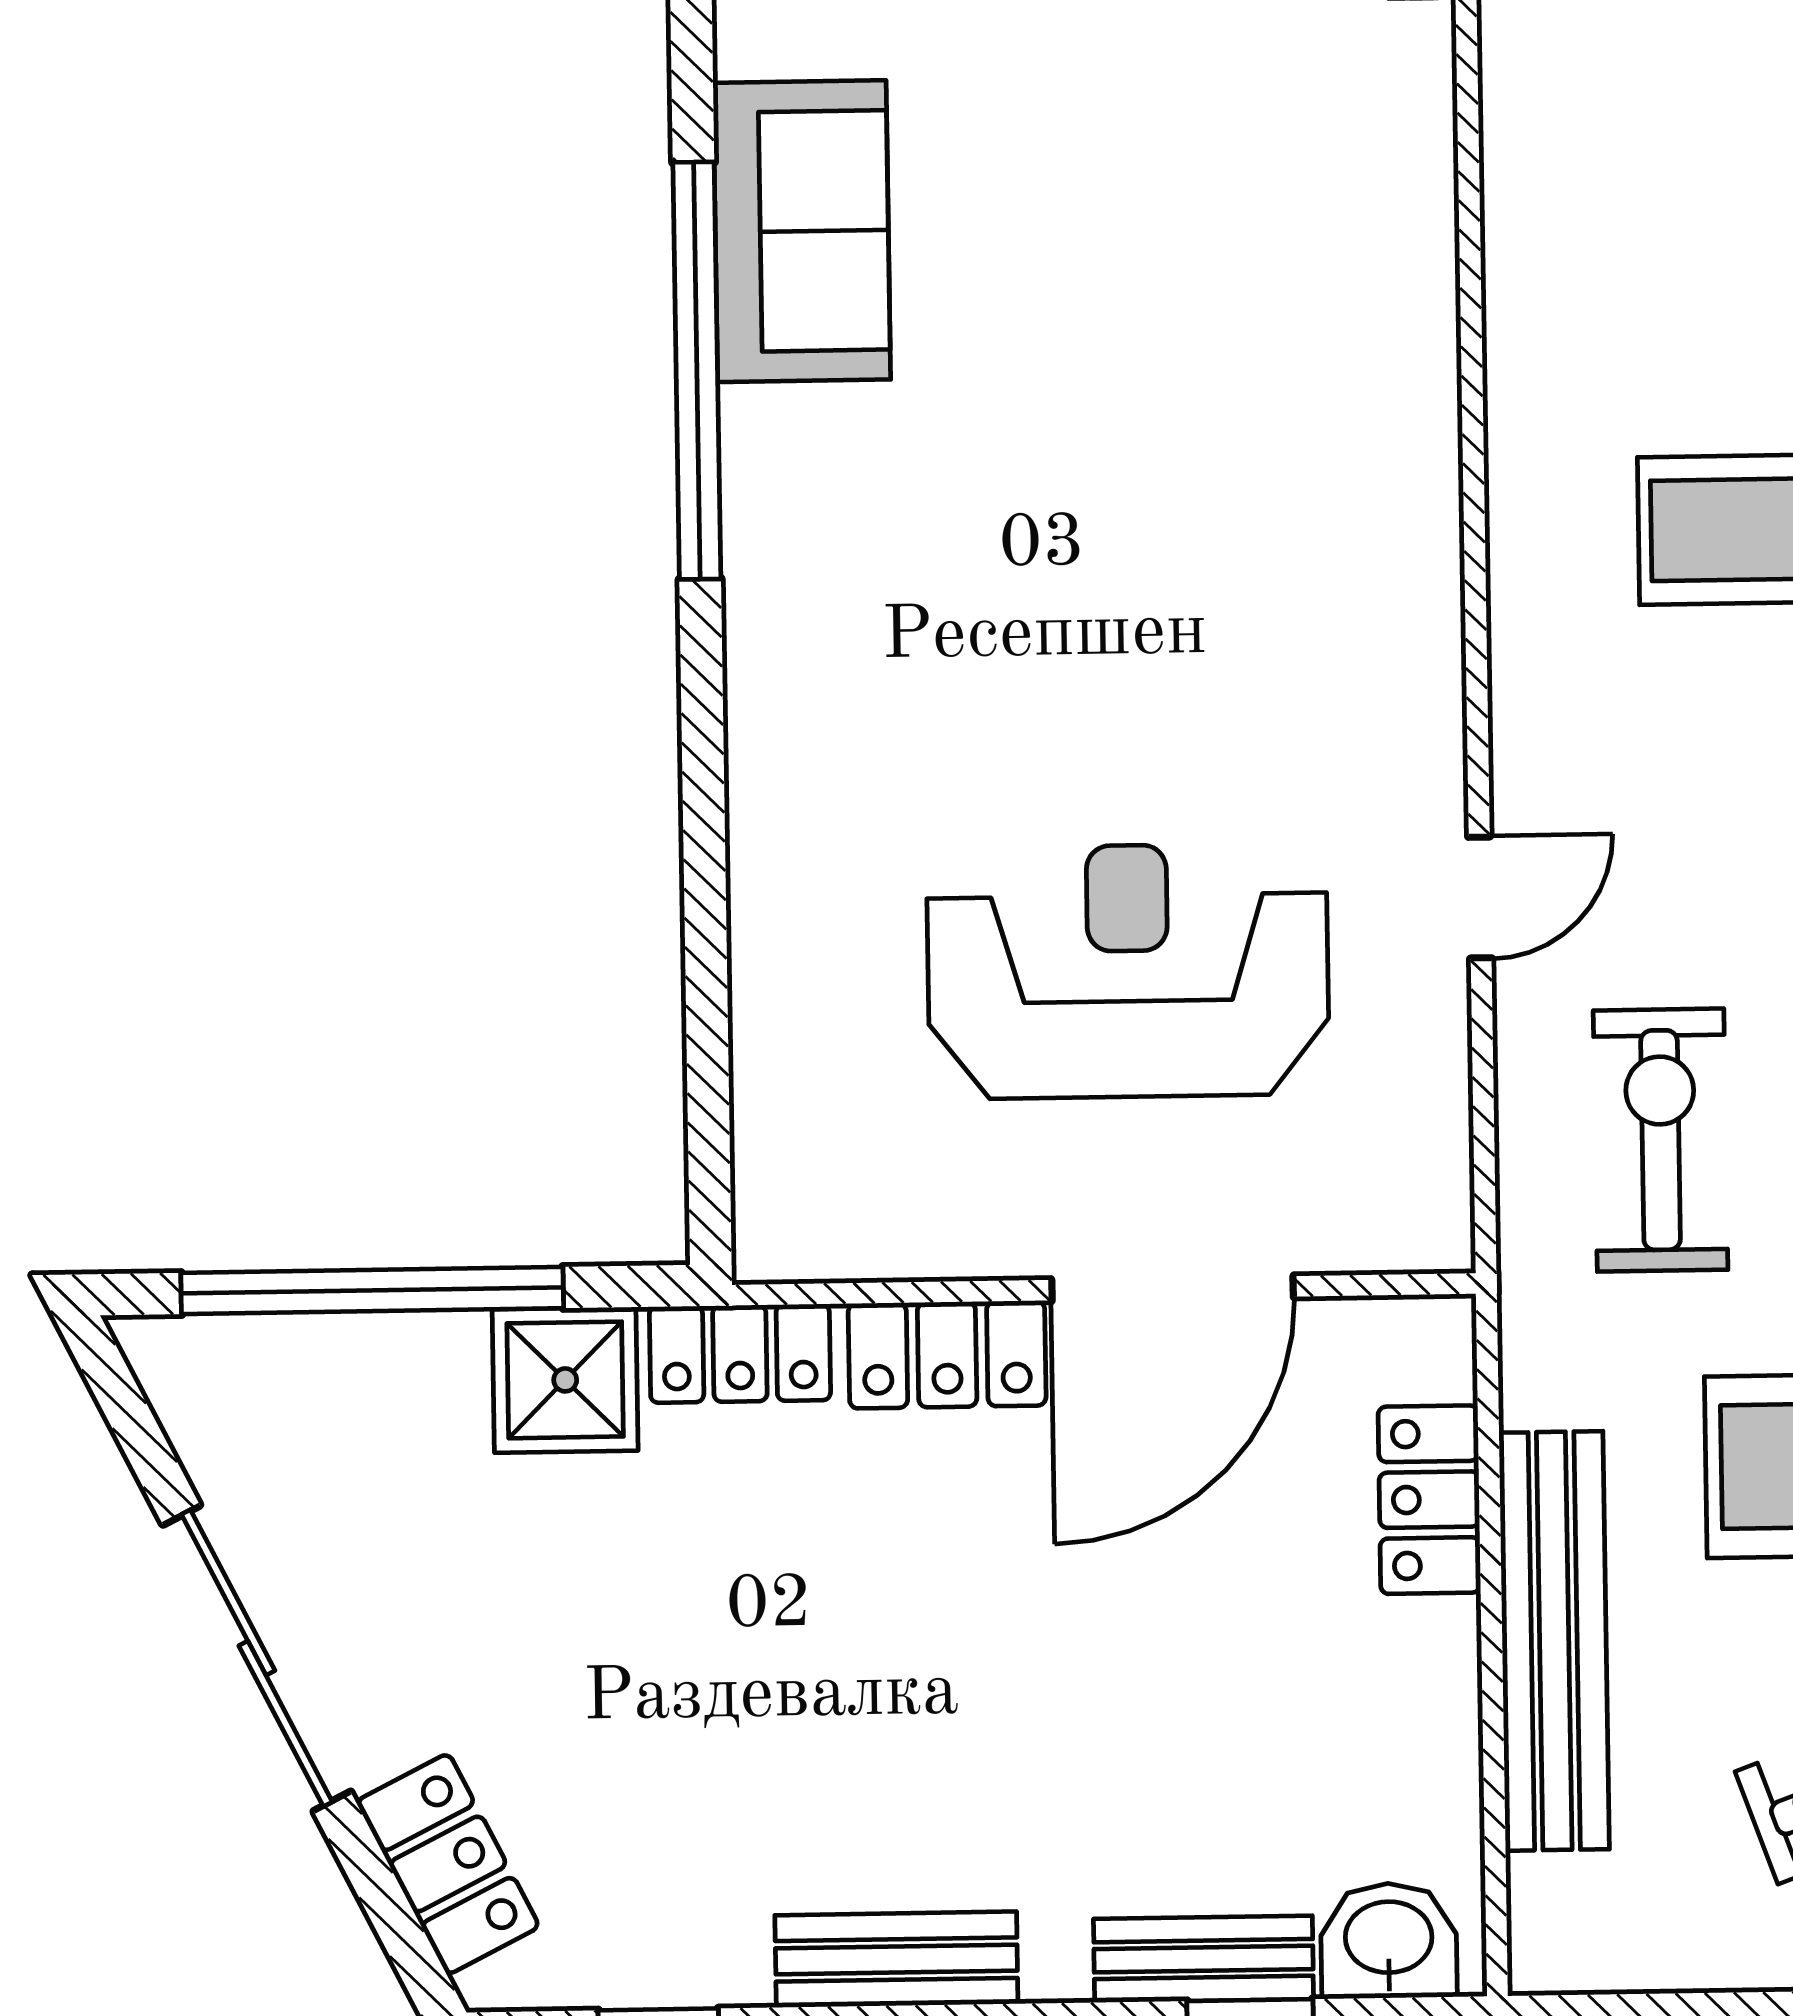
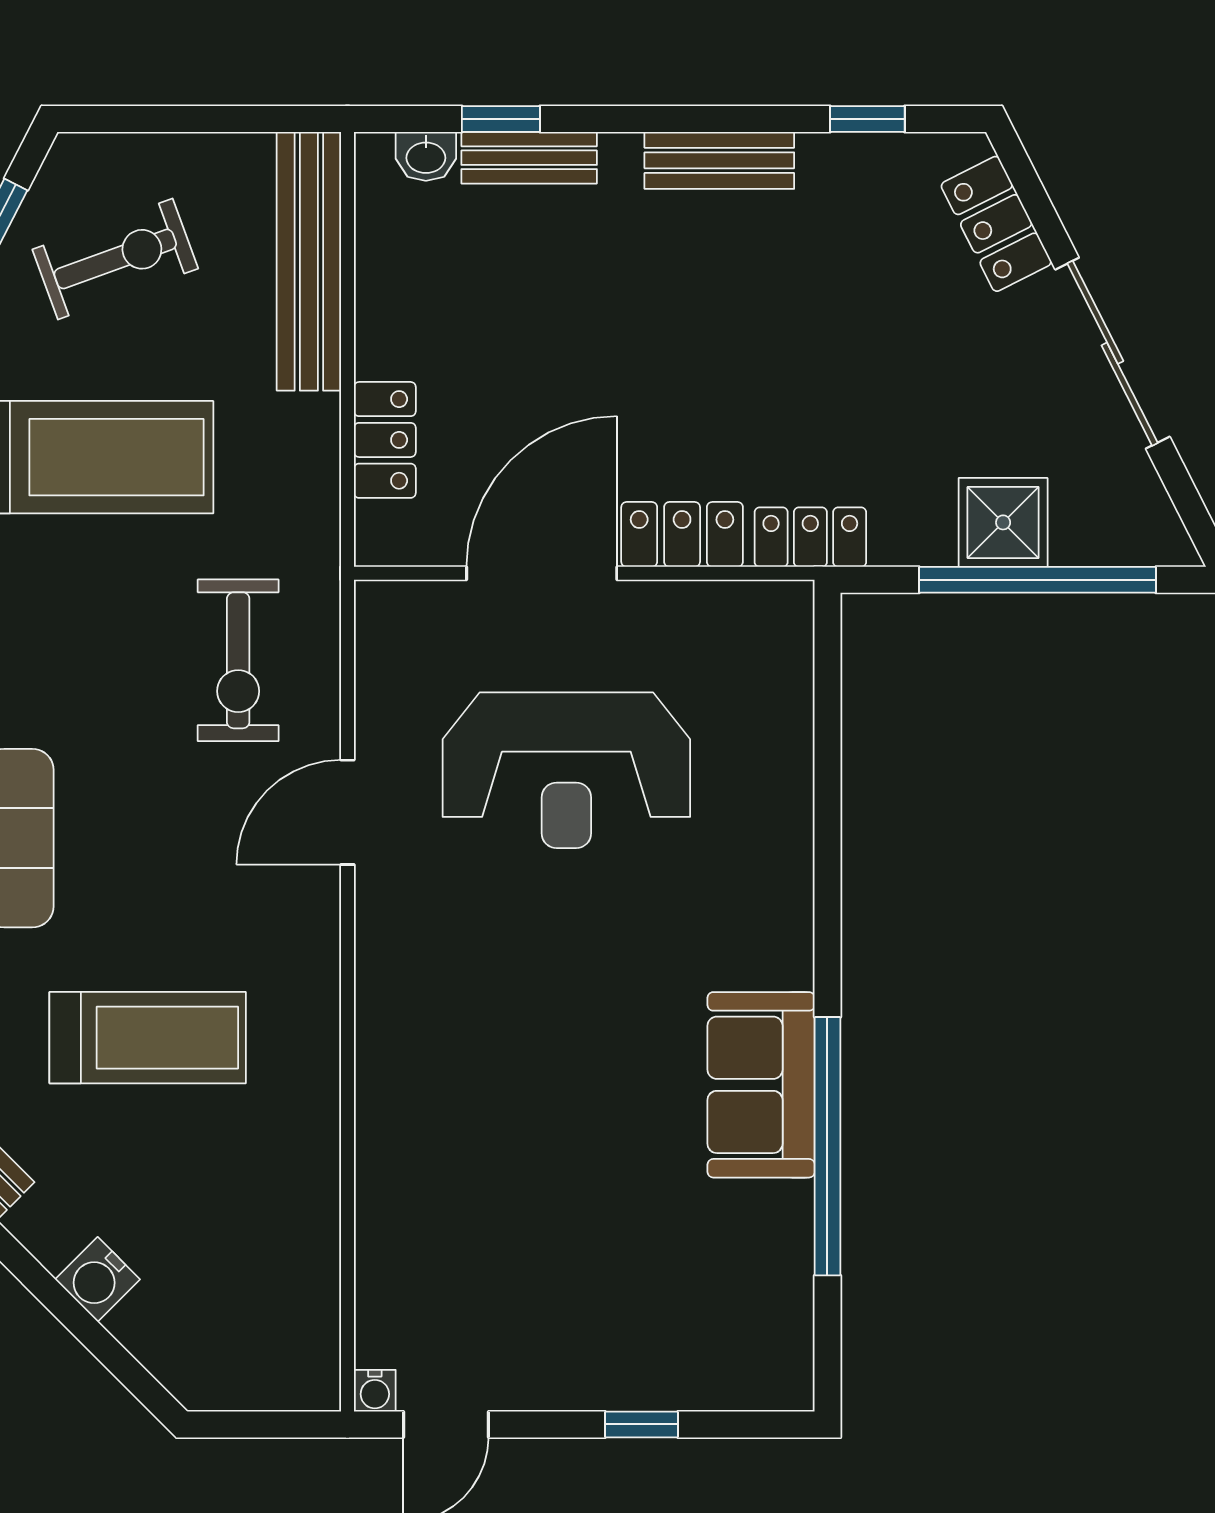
sofa: (802, 231) -> (761, 1085), moved
door: (1480, 898) -> (347, 812), width x1.38
shower: (565, 1380) -> (1003, 522), moved
bench: (1554, 1641) -> (309, 261), moved
washbasin: (1389, 1941) -> (426, 156), width x0.72, depth x0.69

